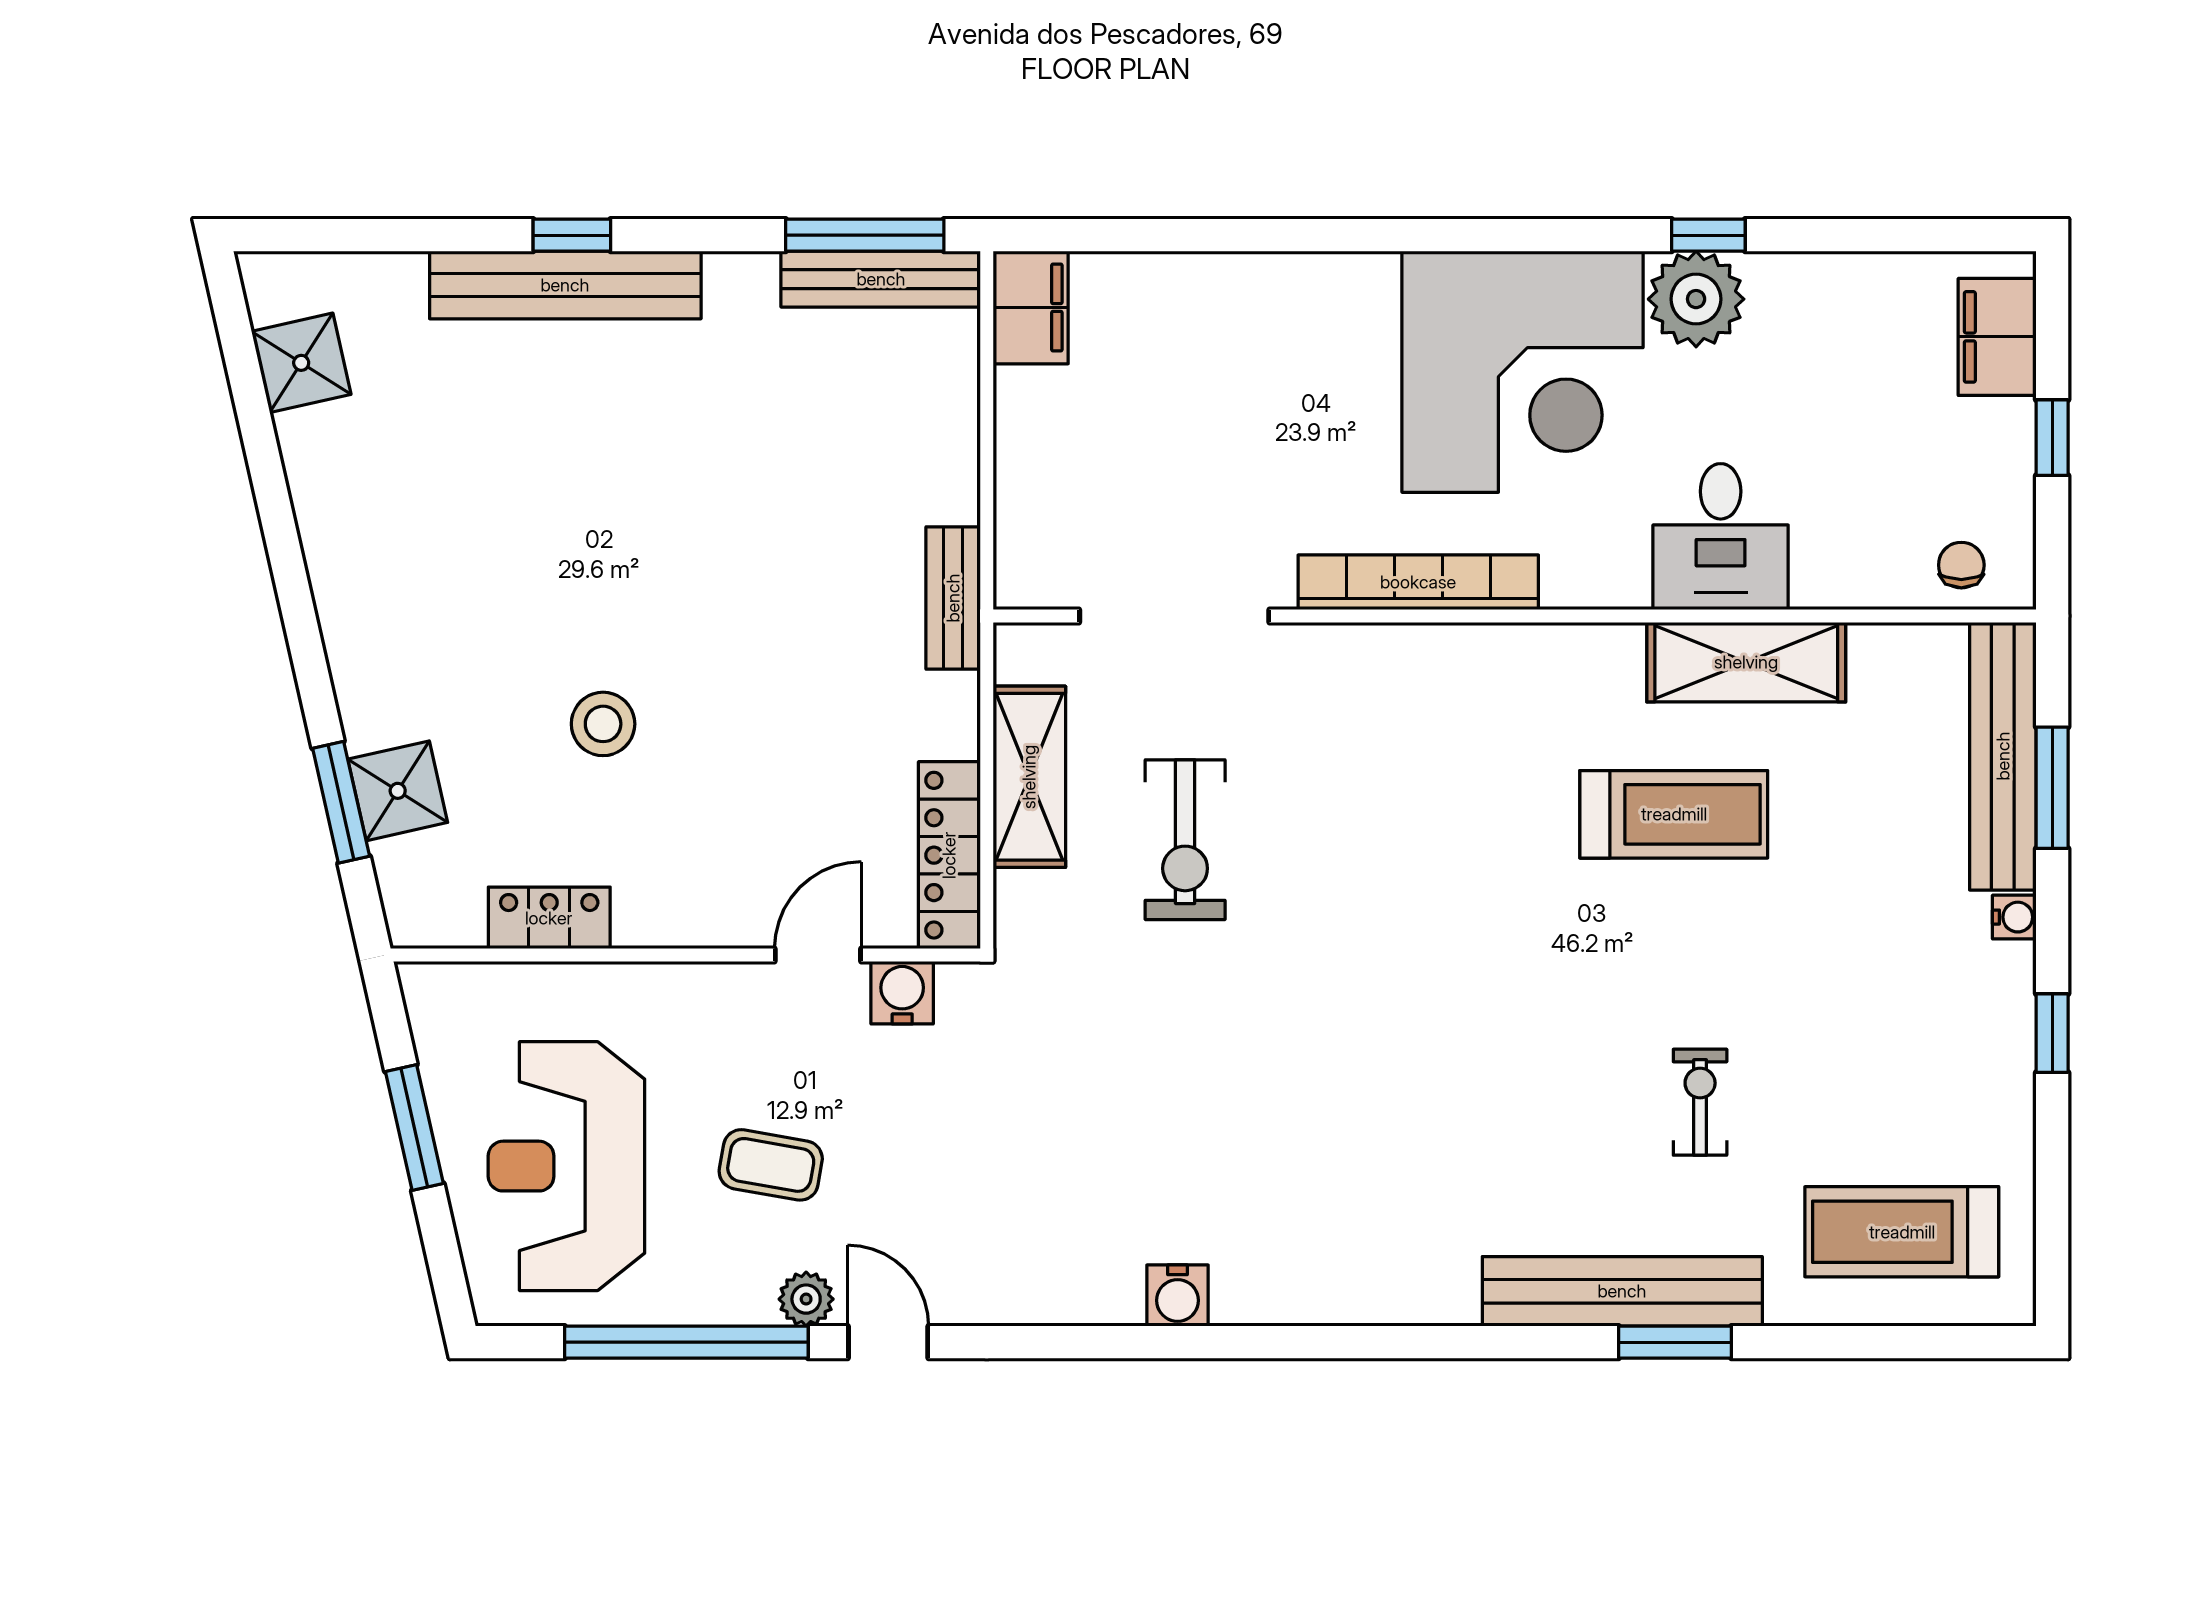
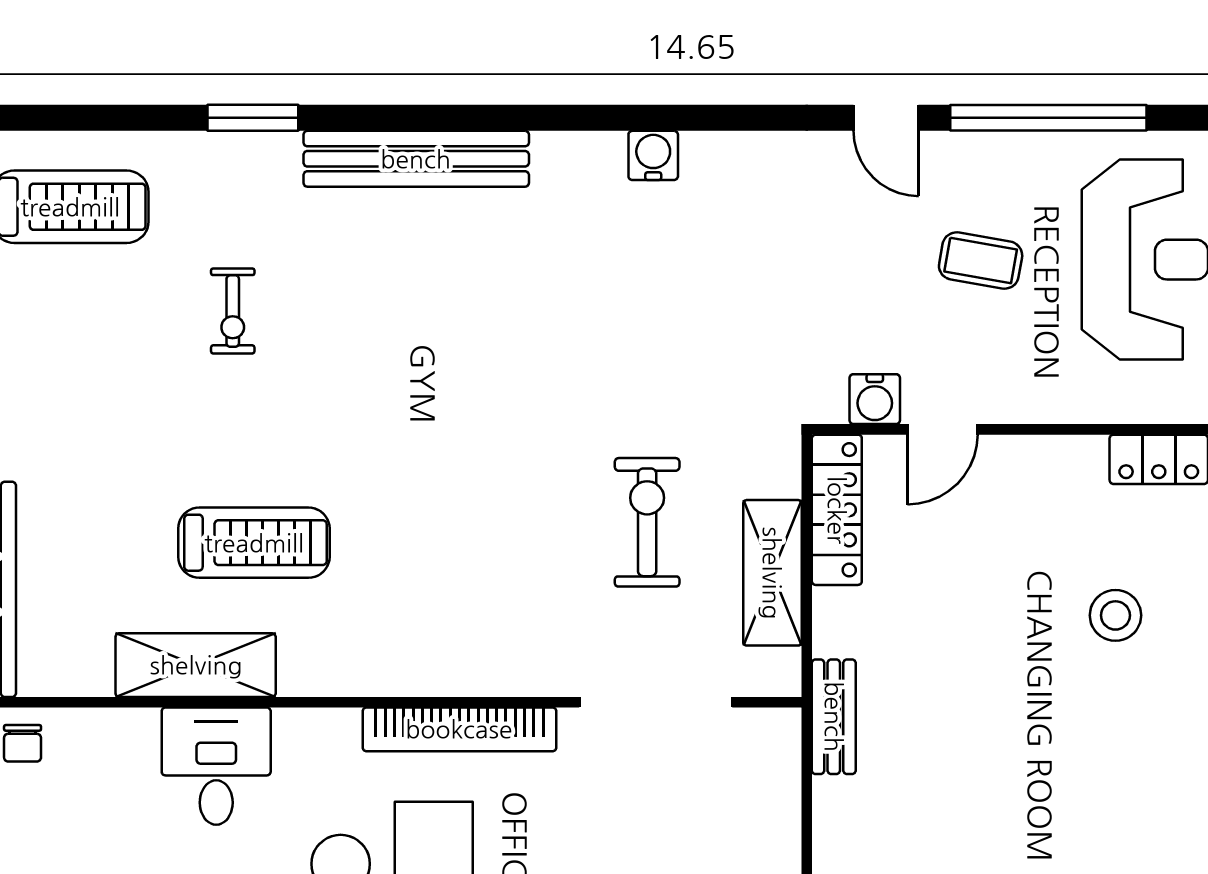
treadmill: (1674, 814) -> (254, 543), turned 180
bench: (1622, 1291) -> (416, 159), moved
plant: (806, 1299) -> (952, 153), removed

